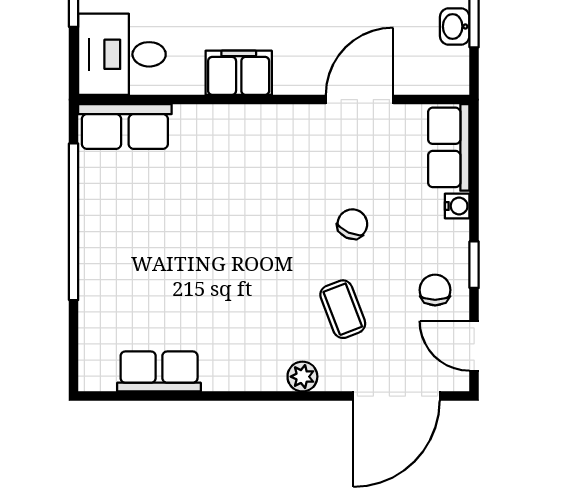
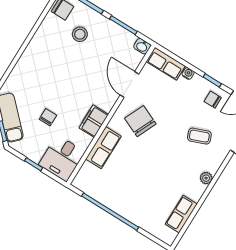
washbasin: (455, 27) -> (142, 46), moved
row of seats: (125, 127) -> (103, 148), moved
chair: (352, 224) -> (140, 121), moved, width x1.87, depth x1.87
plant: (302, 377) -> (206, 178), moved

